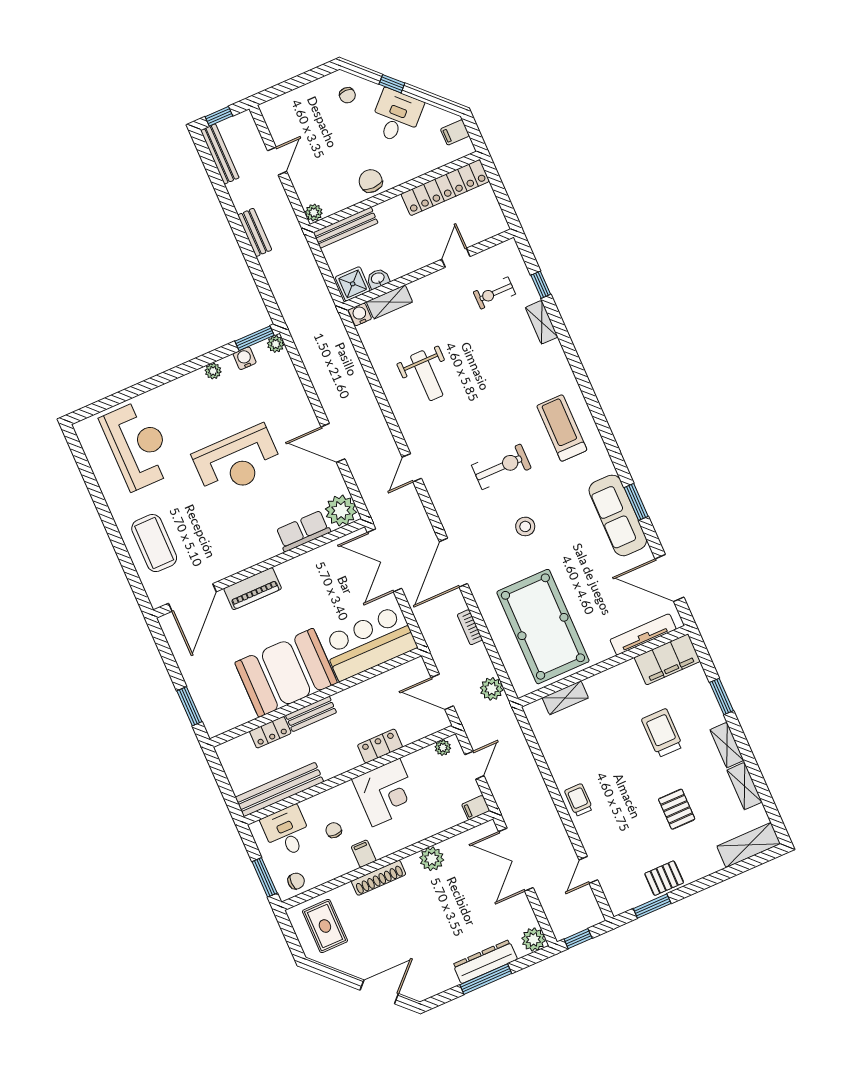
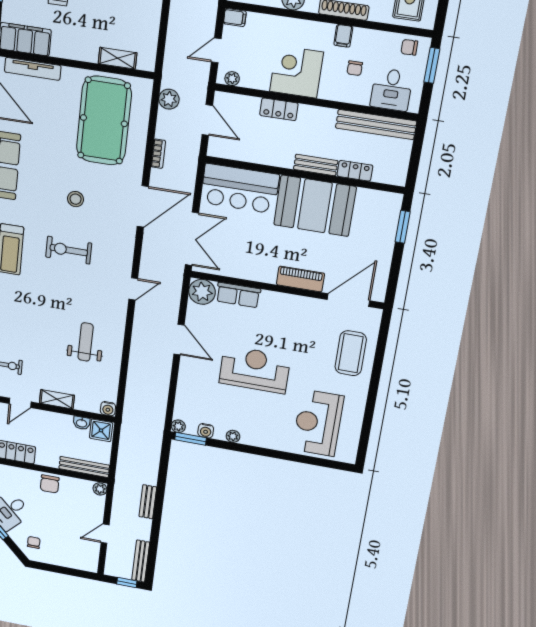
shelving: (389, 302) -> (57, 399), moved

